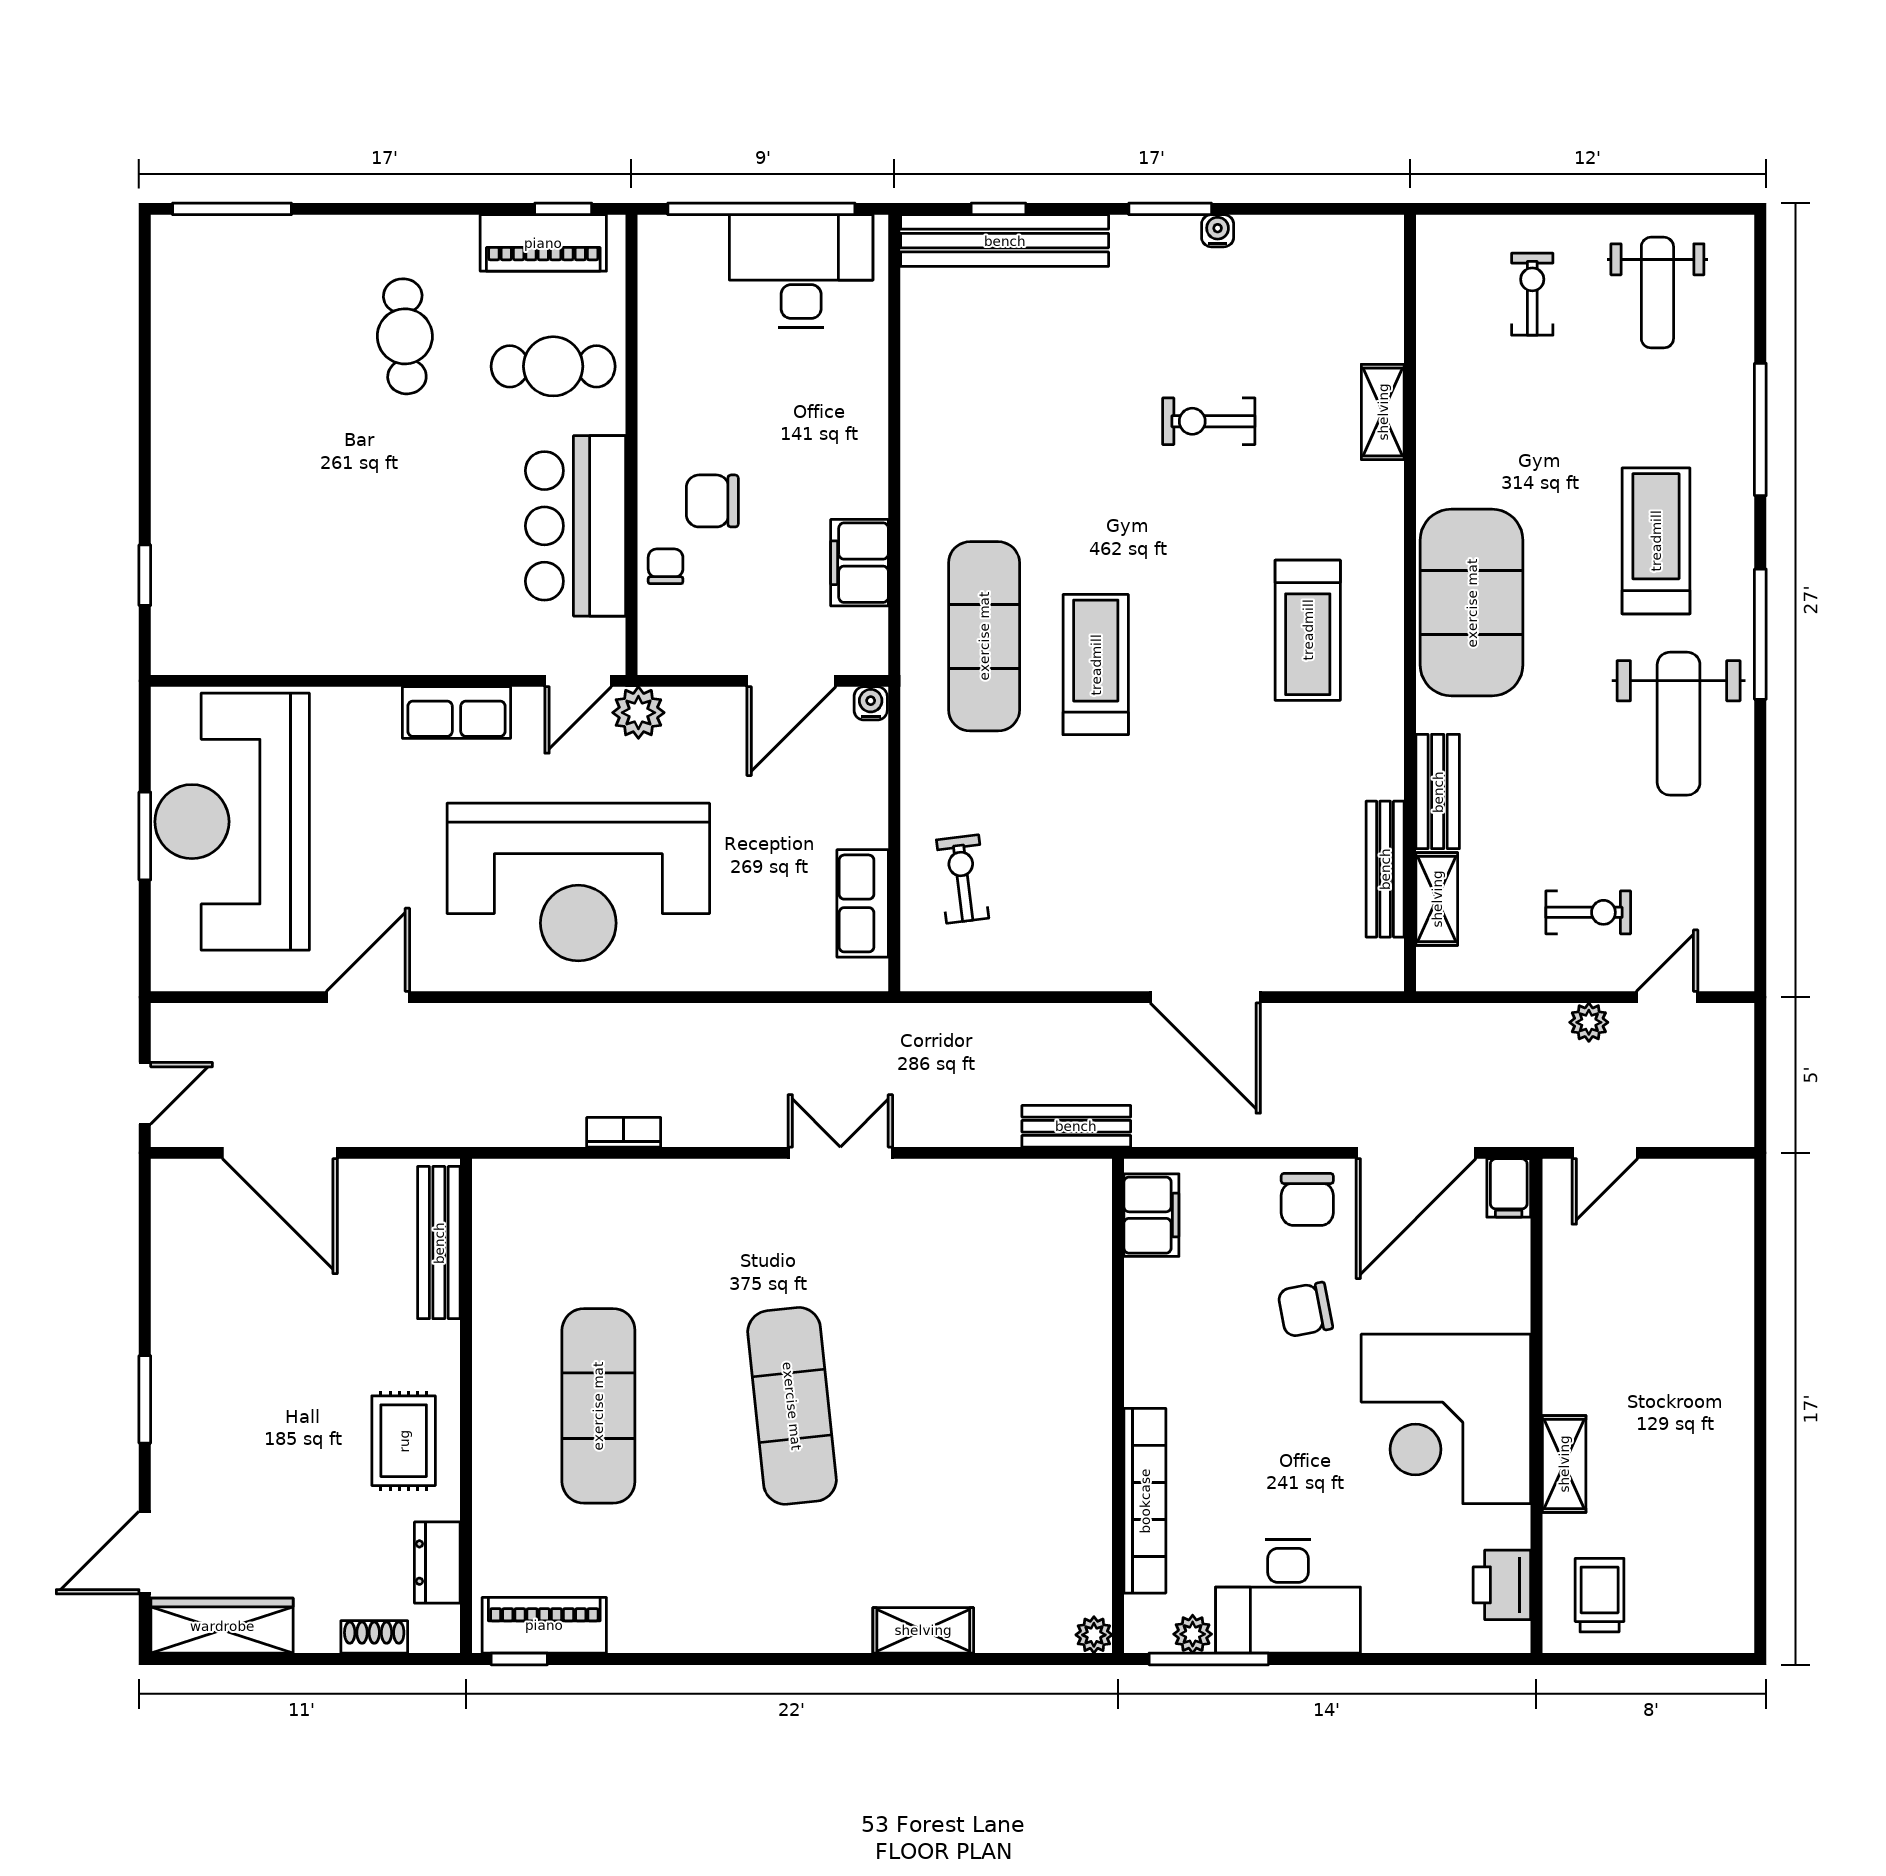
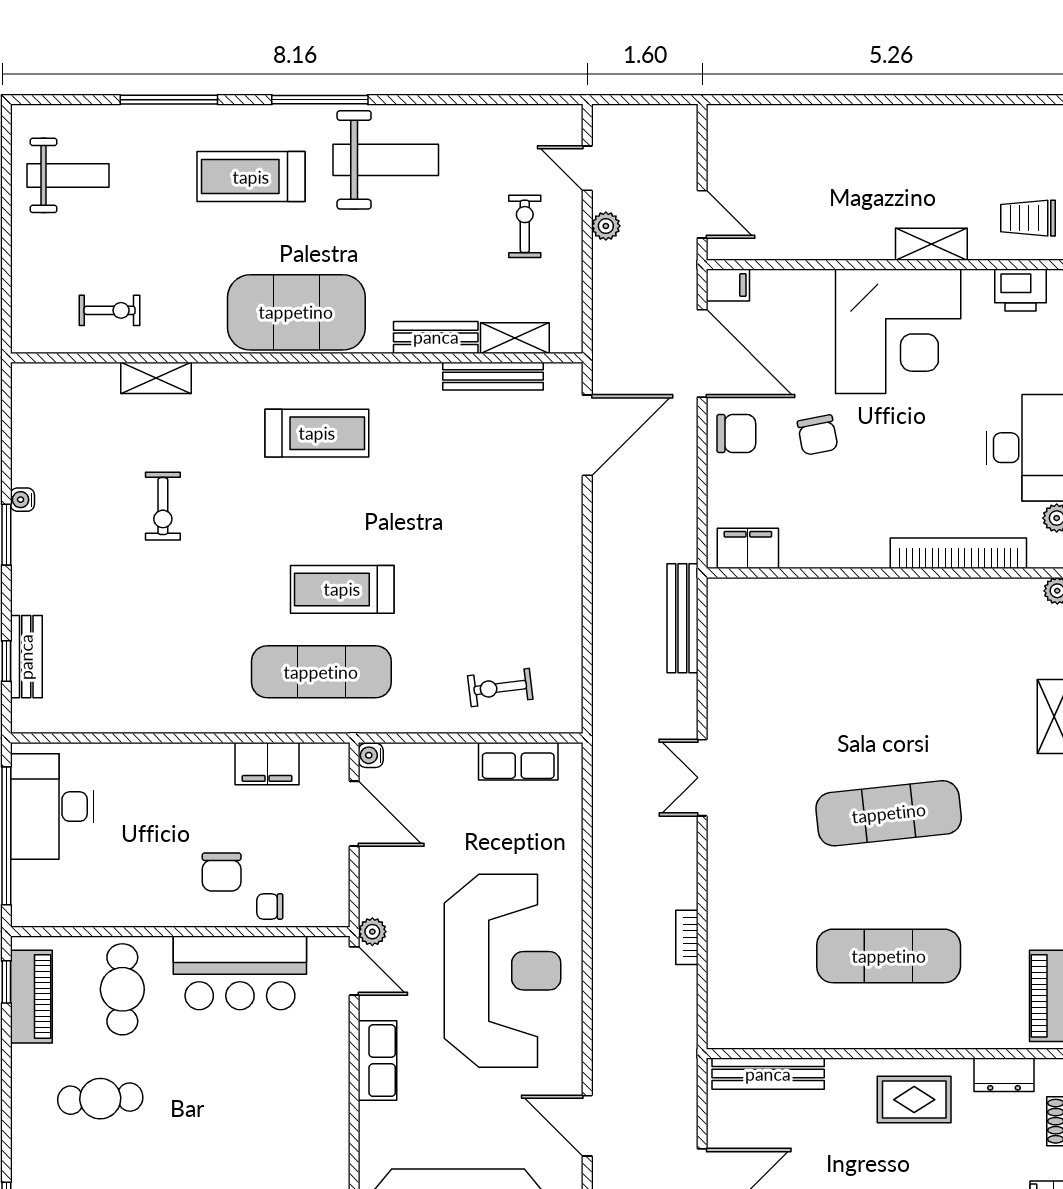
bench: (1005, 241) -> (26, 657), width x0.54, depth x0.82
exercise bike: (1532, 294) -> (110, 310), moved, turned 180
plant: (638, 713) -> (372, 932), width x0.73, depth x0.73
door: (1205, 997) -> (587, 435), moved
bench: (1076, 1126) -> (682, 618), width x1.36

